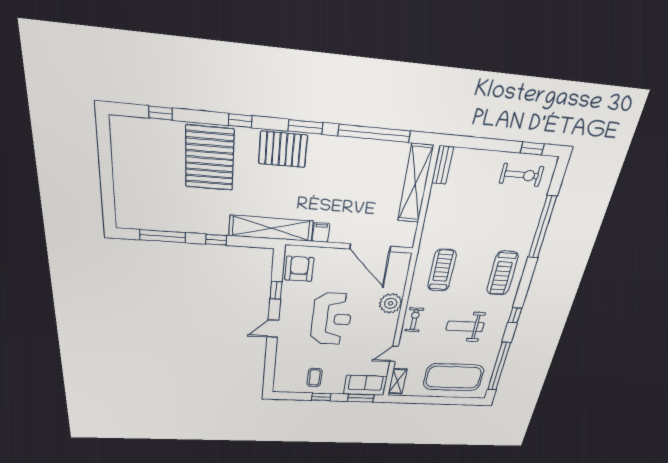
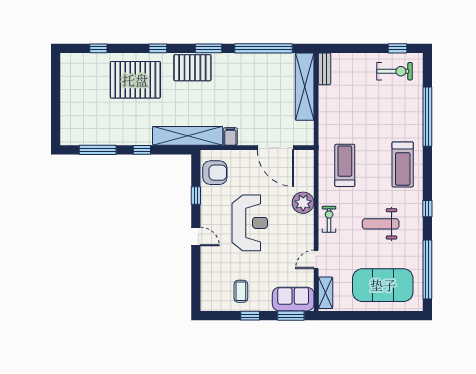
pallet: (210, 158) -> (135, 80), turned 90
armchair: (299, 269) -> (215, 173), turned 90
door: (273, 329) -> (196, 237), swing flipped

